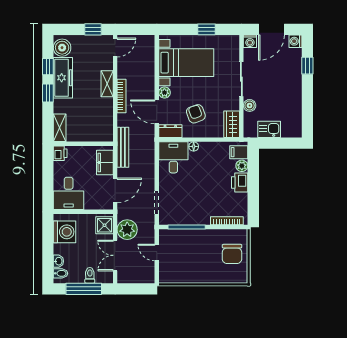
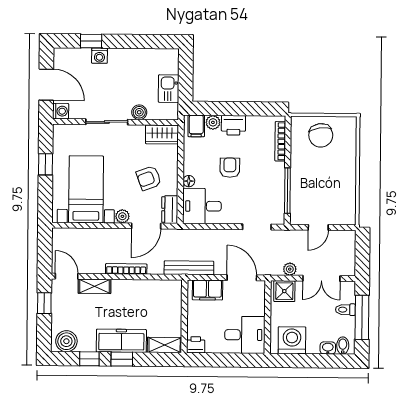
washing machine: (295, 41) -> (99, 56), moved
freezer: (63, 78) -> (121, 341), moved
shelving: (107, 84) -> (94, 286), moved
armchair: (205, 180) -> (230, 168), added
plant: (127, 230) -> (290, 269), width x0.53, depth x0.53
chair: (232, 254) -> (321, 135), turned 82

